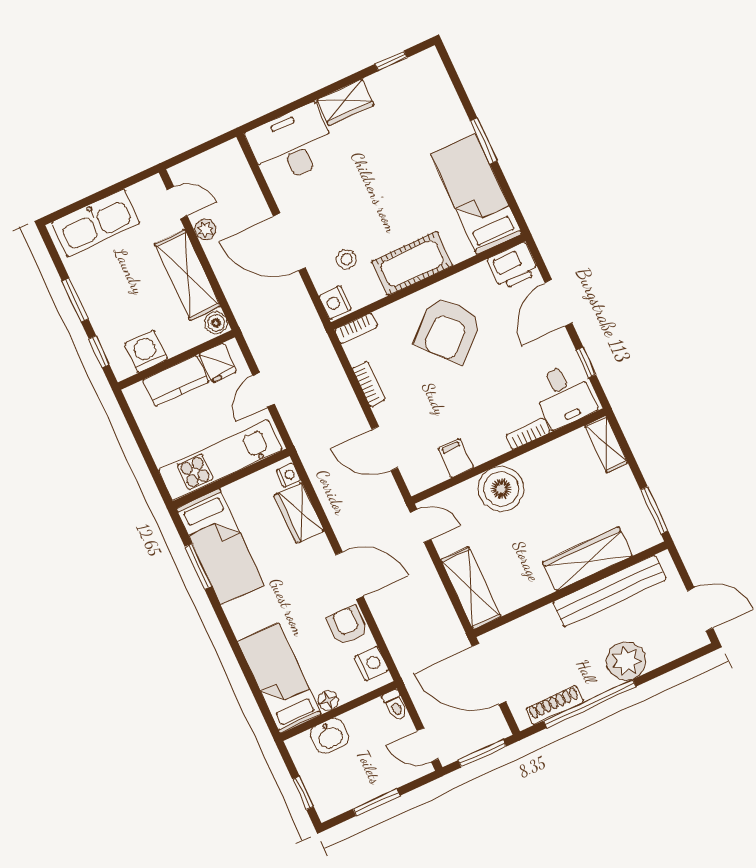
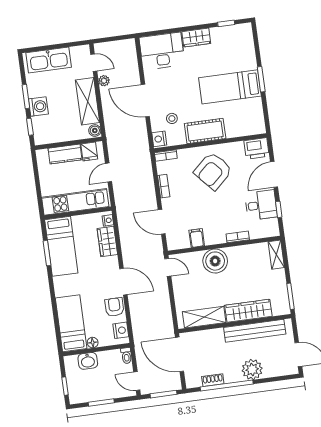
bed: (476, 194) -> (230, 87), moved, turned -90
washing machine: (146, 351) -> (38, 106), moved, turned 90
desk: (564, 396) -> (261, 205), moved, turned -90
shelving: (471, 588) -> (204, 317), moved, turned 90
shoe rack: (554, 705) -> (213, 380), width x0.70

